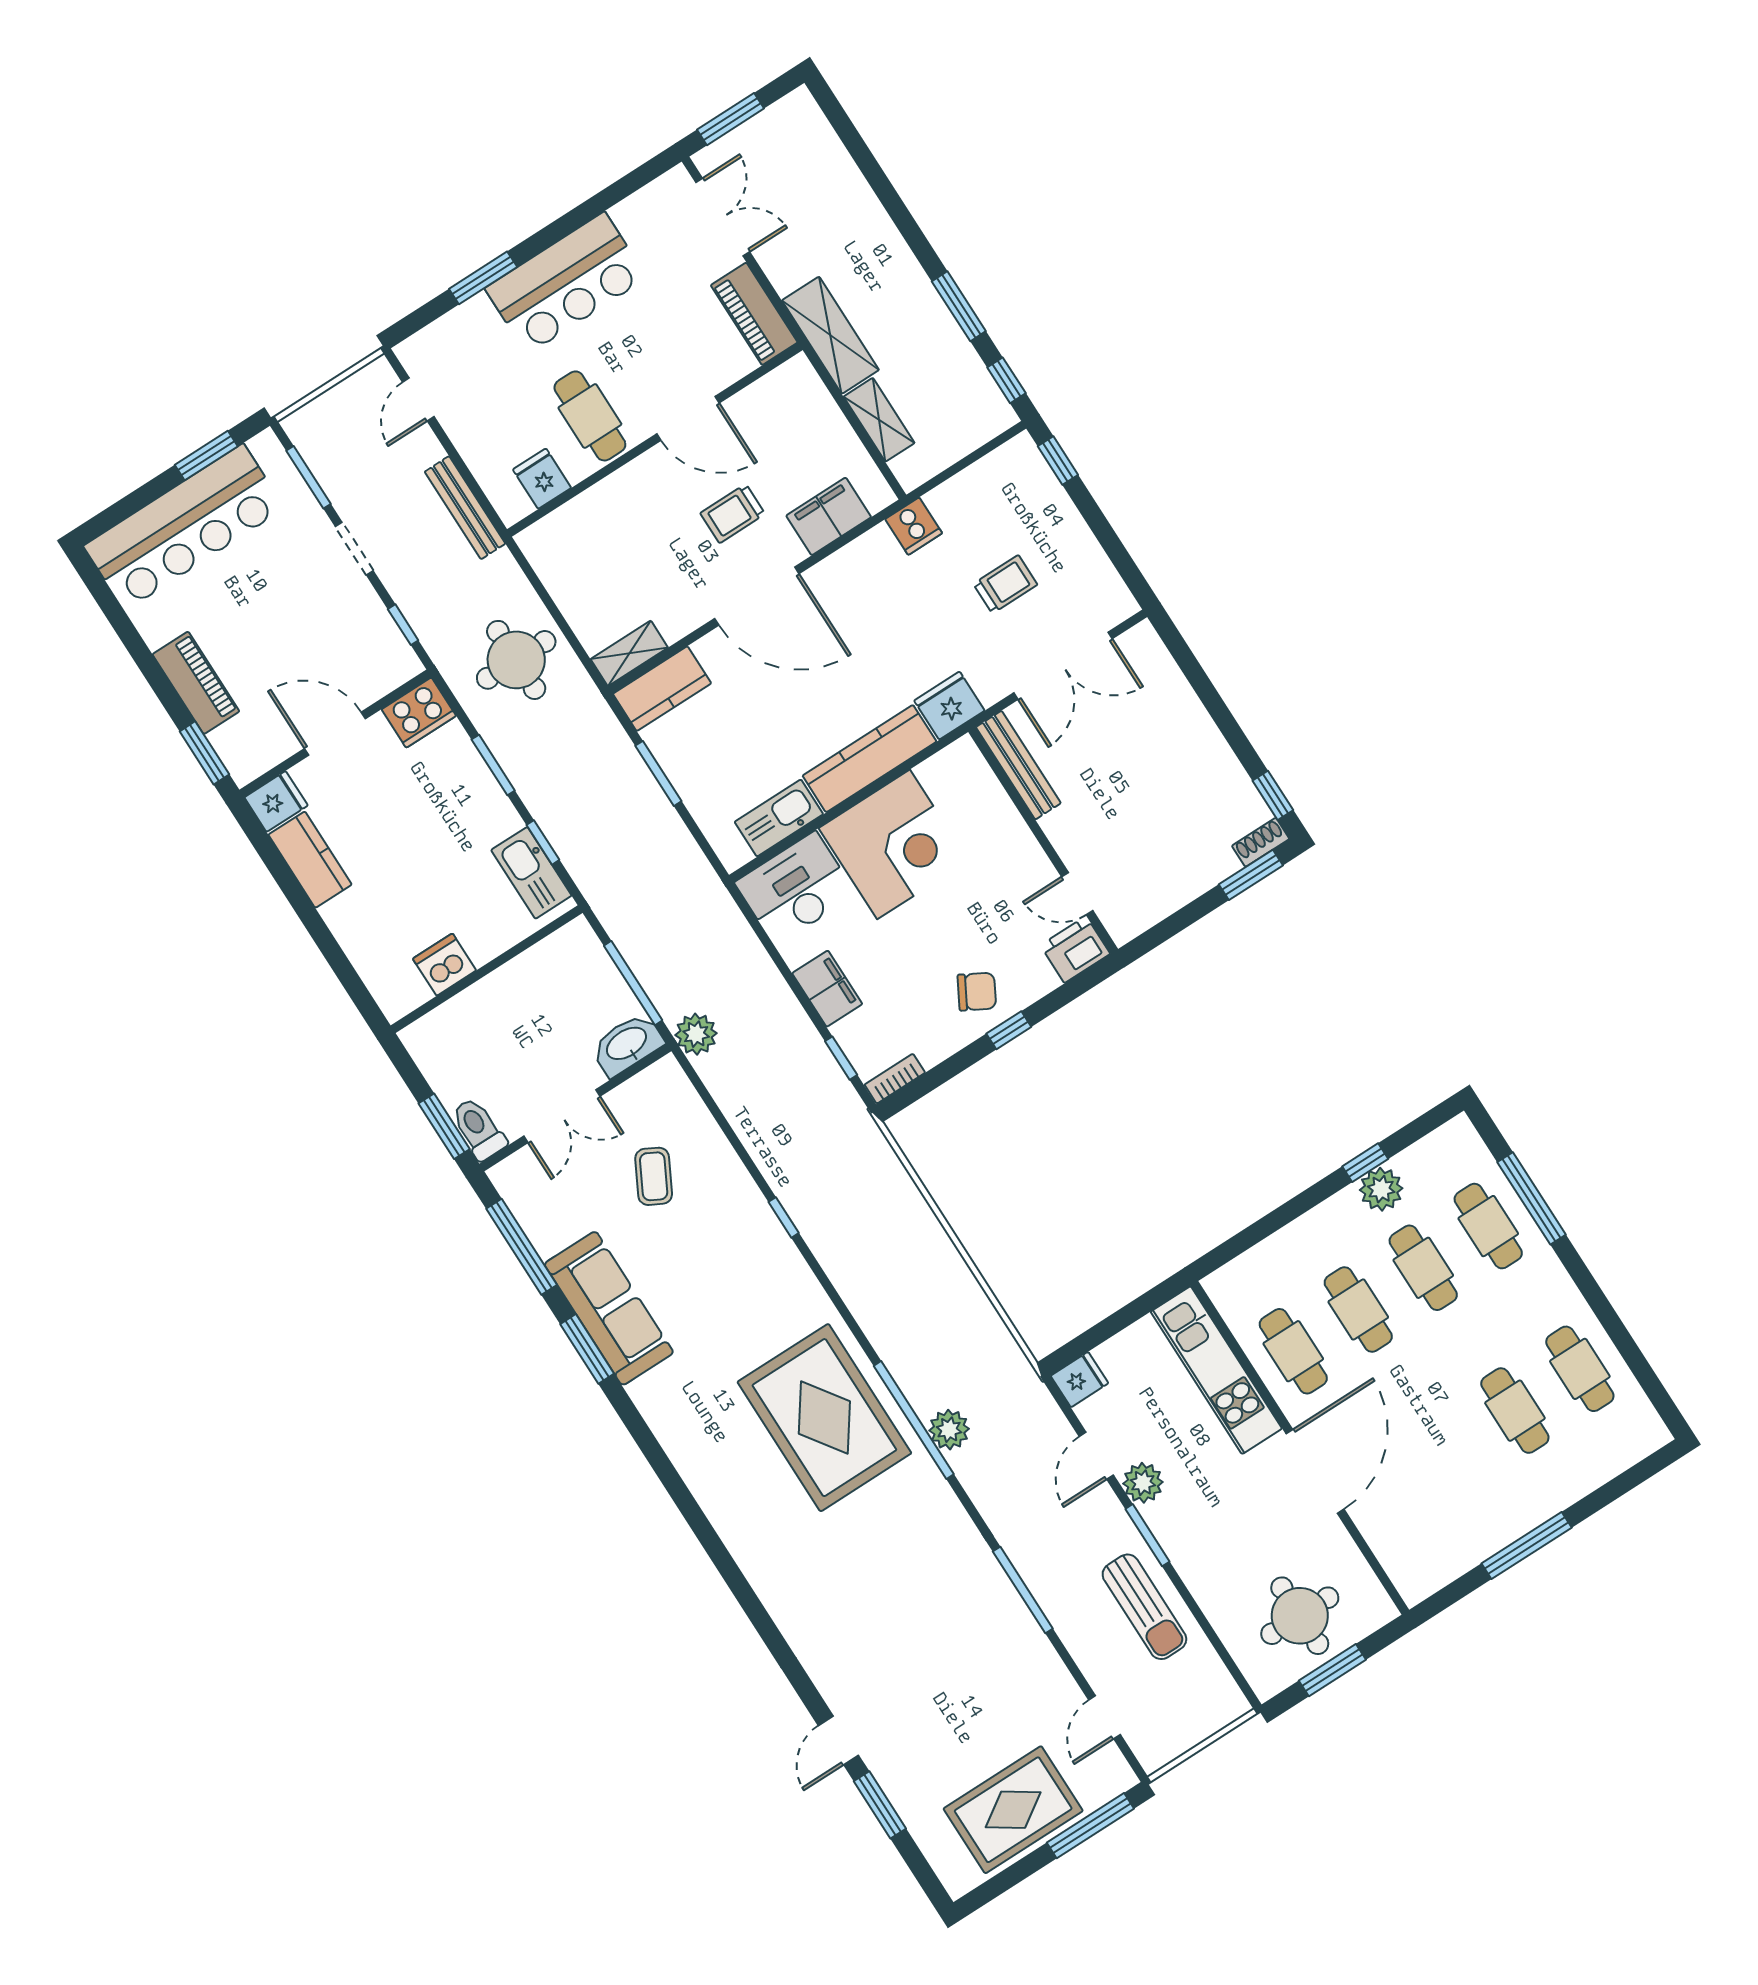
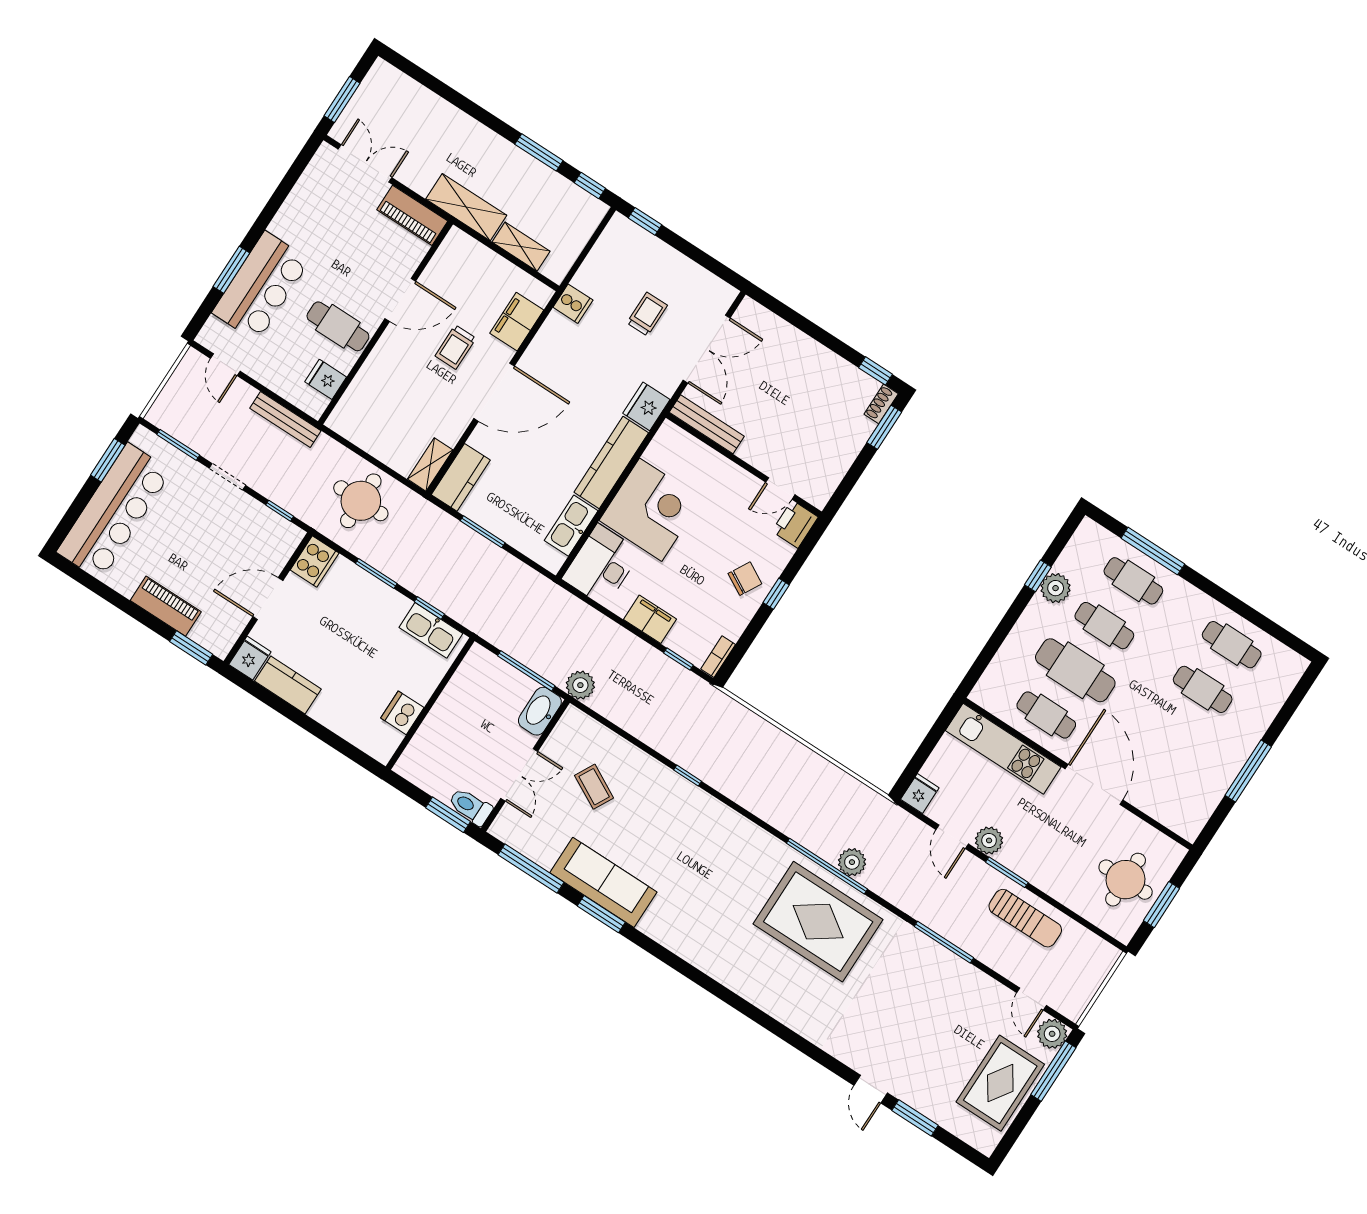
bar counter: (566, 283) -> (261, 286), moved
cafe table: (1358, 1310) -> (1075, 670), width x1.37, depth x1.35
rug: (824, 1418) -> (818, 922), moved
plant: (1111, 1776) -> (1052, 1034), added

